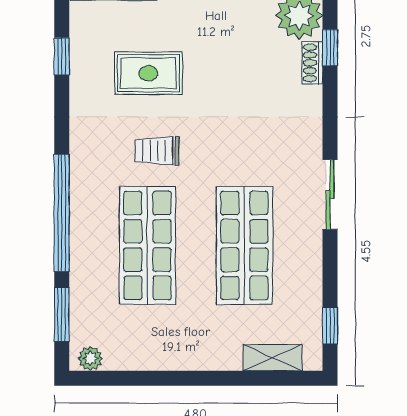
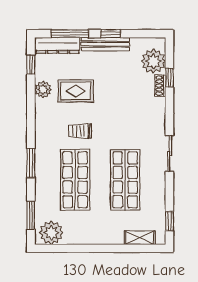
window: (62, 56) -> (31, 65), moved
plant: (85, 71) -> (43, 90), added
window: (62, 213) -> (31, 163), width x0.47
plant: (90, 359) -> (51, 233), width x1.87, depth x1.87

